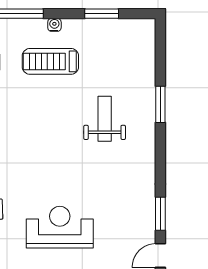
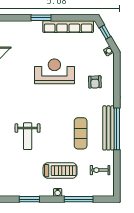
exercise mat: (16, 123) -> (81, 133), added
reception desk: (60, 227) -> (54, 71), turned 180

